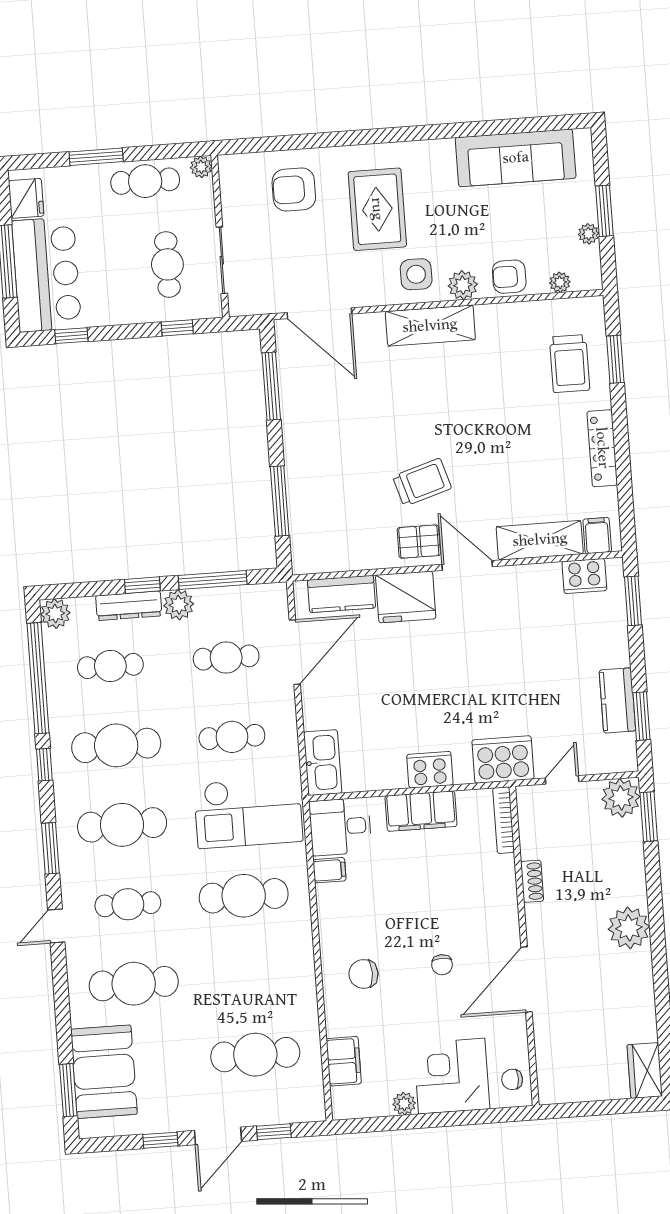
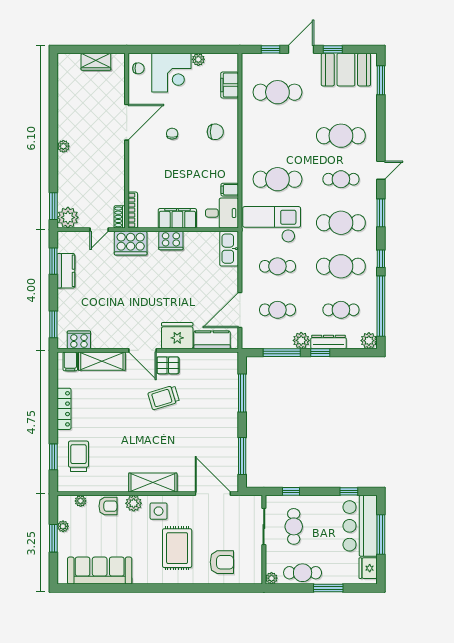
shoe rack: (532, 881) -> (120, 217), moved
plant: (629, 928) -> (63, 146), width x0.53, depth x0.53
wardrobe: (645, 1071) -> (96, 62), moved, turned 90
booth: (104, 1072) -> (346, 70), moved, turned 90

